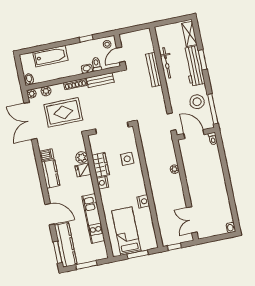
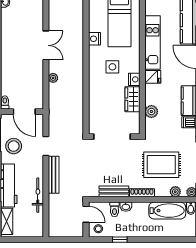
door: (121, 55) -> (86, 214), hinge flipped
bathtub: (50, 56) -> (167, 211), moved, turned 180
bench: (154, 70) -> (54, 175), moved
doorway: (172, 122) -> (46, 146), moved
side table: (127, 159) -> (112, 67), moved
fridge: (83, 170) -> (153, 77), moved
nightstand: (143, 201) -> (94, 39), moved
double door: (192, 220) -> (46, 45), moved

